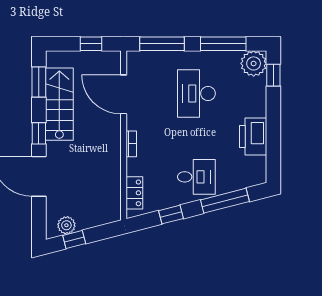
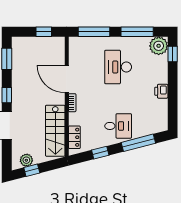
door: (124, 94) -> (67, 79), moved
stairs: (59, 104) -> (55, 131), moved, turned 180
printer: (253, 136) -> (161, 91), width x0.53, depth x0.68

